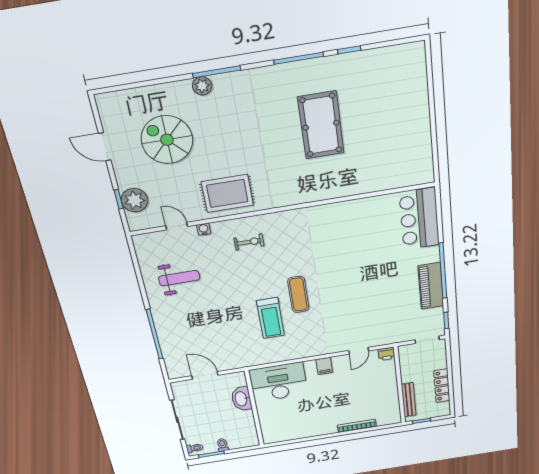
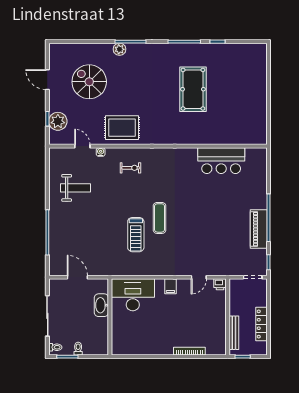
bar counter: (419, 219) -> (221, 161), moved, turned -90

